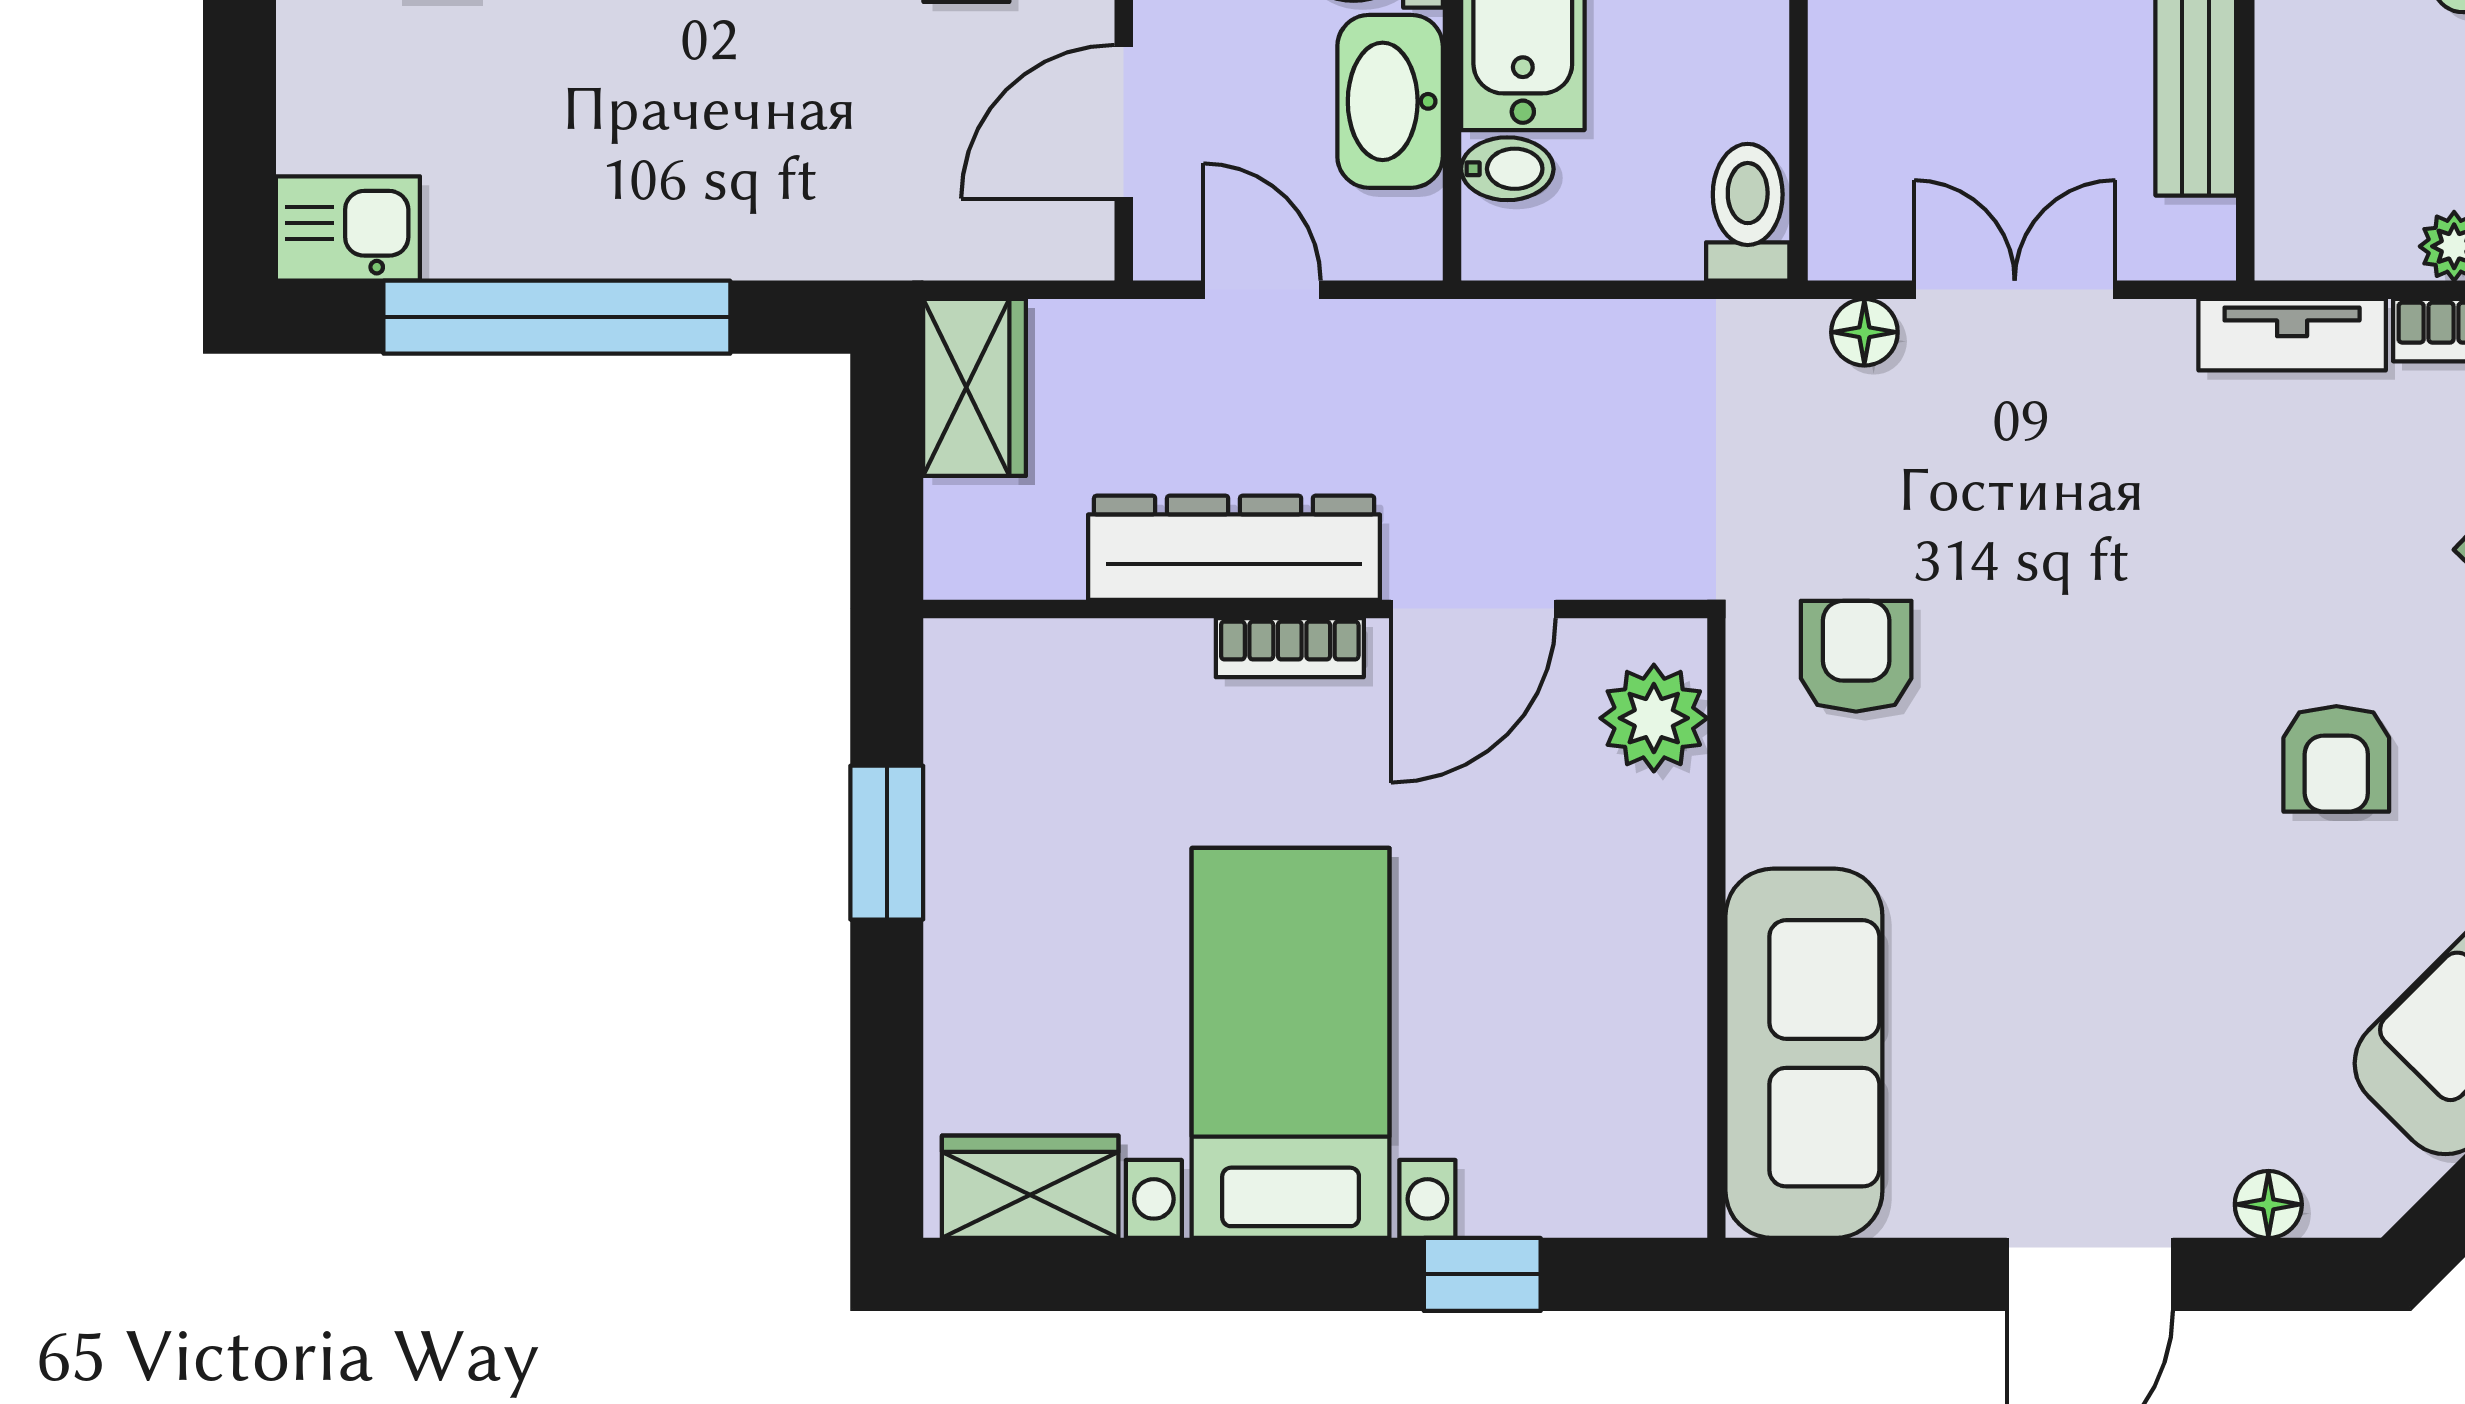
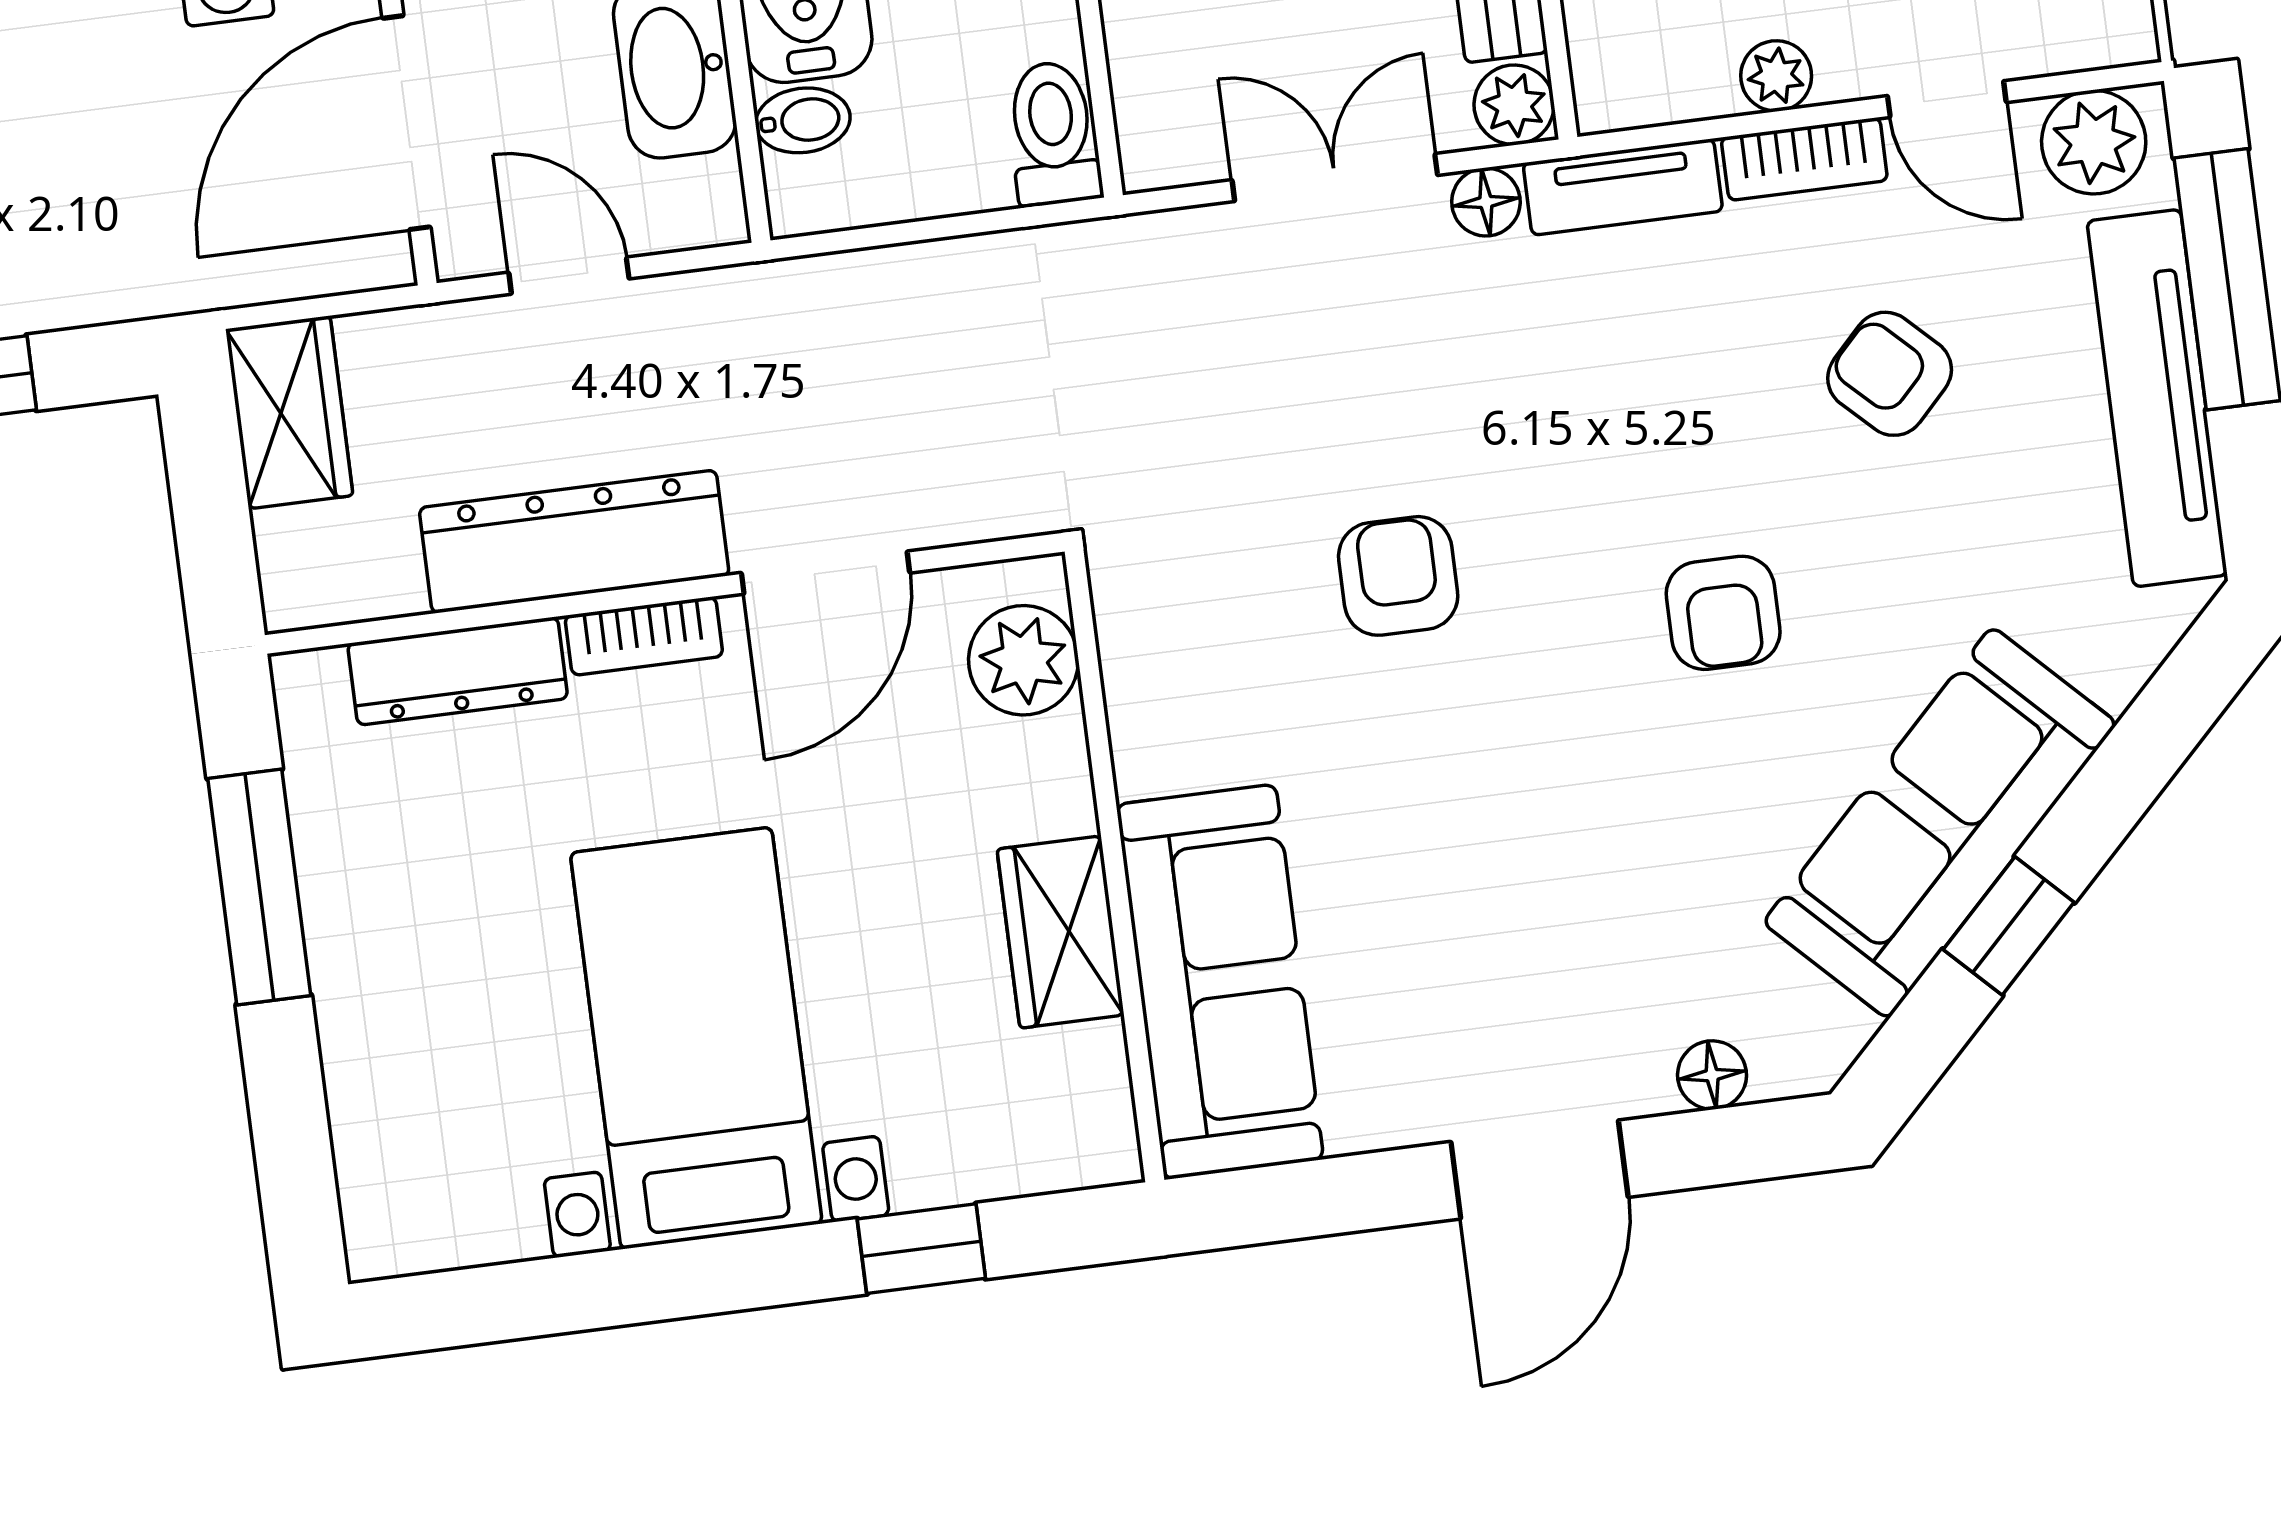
door: (1124, 122) -> (406, 123), width x1.36
plant: (2197, 242) -> (1514, 105), added
floor lamp: (1864, 332) -> (1486, 202), moved
armchair: (1856, 656) -> (1398, 576), moved
dresser: (1105, 658) -> (458, 671), added
window: (887, 843) -> (259, 887), width x1.44
wardrobe: (1030, 1187) -> (1061, 932), moved, turned -90

